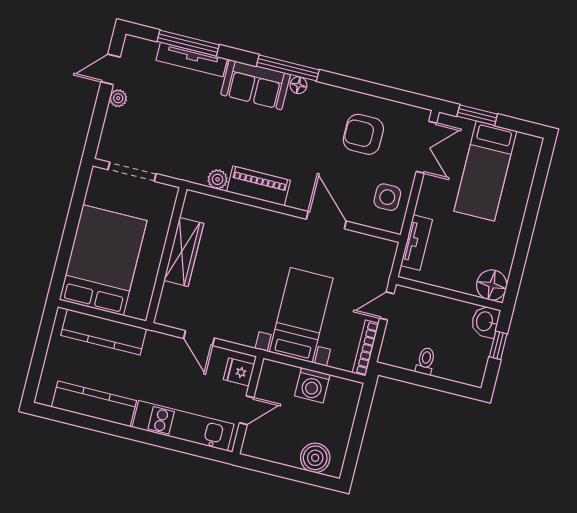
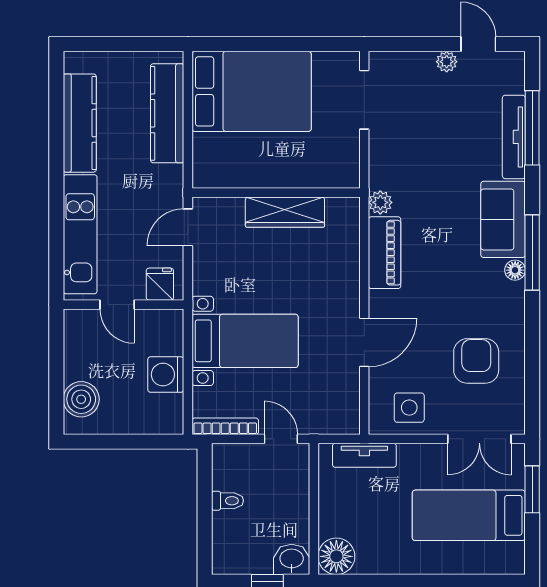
wardrobe: (184, 252) -> (285, 212), moved
wall: (166, 255) -> (276, 193), moved

